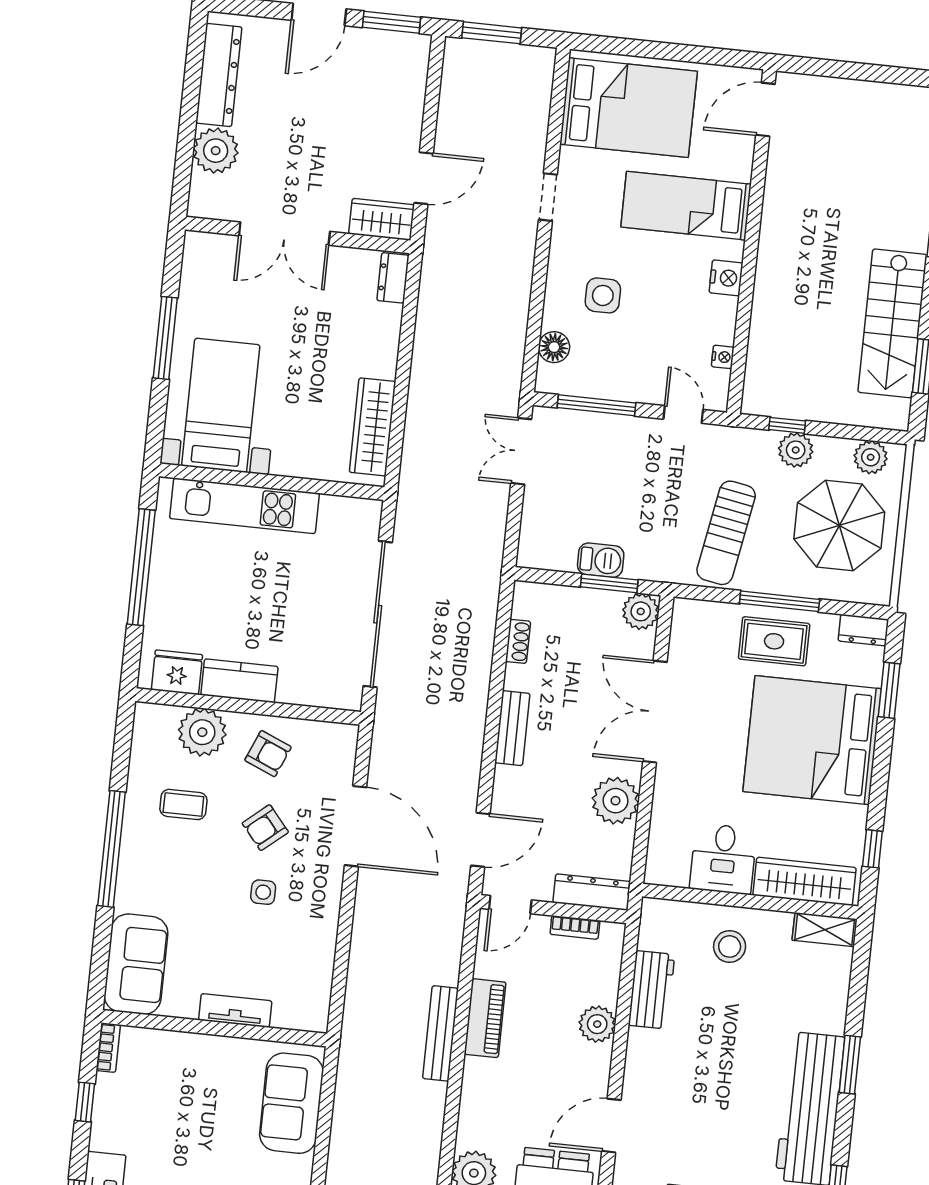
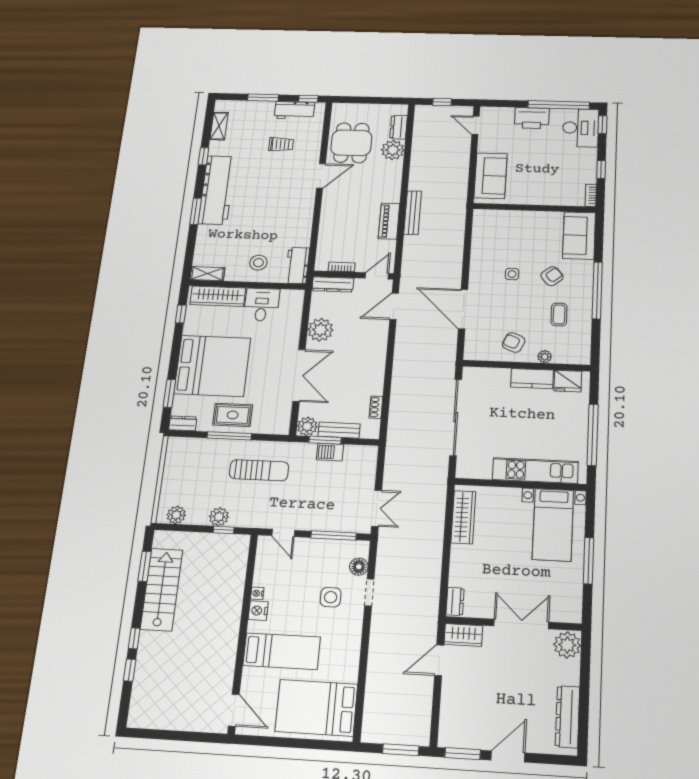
door: (765, 110) -> (234, 710), hinge flipped
plant: (216, 151) -> (567, 645), moved
doorway: (548, 197) -> (369, 593), moved
nightstand: (723, 357) -> (257, 593), moved
parasol: (839, 526) -> (195, 477), removed
sun lounger: (726, 533) -> (259, 470), turned 80
bench: (512, 728) -> (339, 430), moved, turned 90
plant: (202, 732) -> (545, 357), width x0.53, depth x0.53
coffee table: (183, 804) -> (559, 314), turned 90
armchair: (265, 828) -> (552, 276), moved
workbench: (651, 990) -> (297, 265), moved
tv unit: (235, 1010) -> (523, 217), removed
plant: (597, 1024) -> (329, 222), removed

